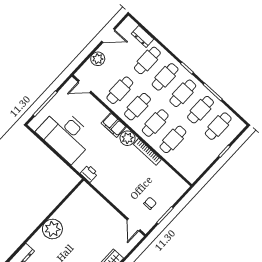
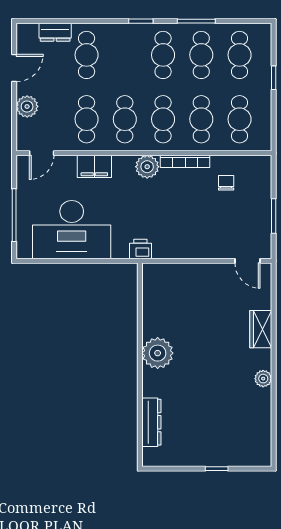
cafe table: (165, 77) -> (240, 119), moved
filing cabinet: (114, 125) -> (94, 166), moved
chair: (150, 203) -> (226, 183), moved

